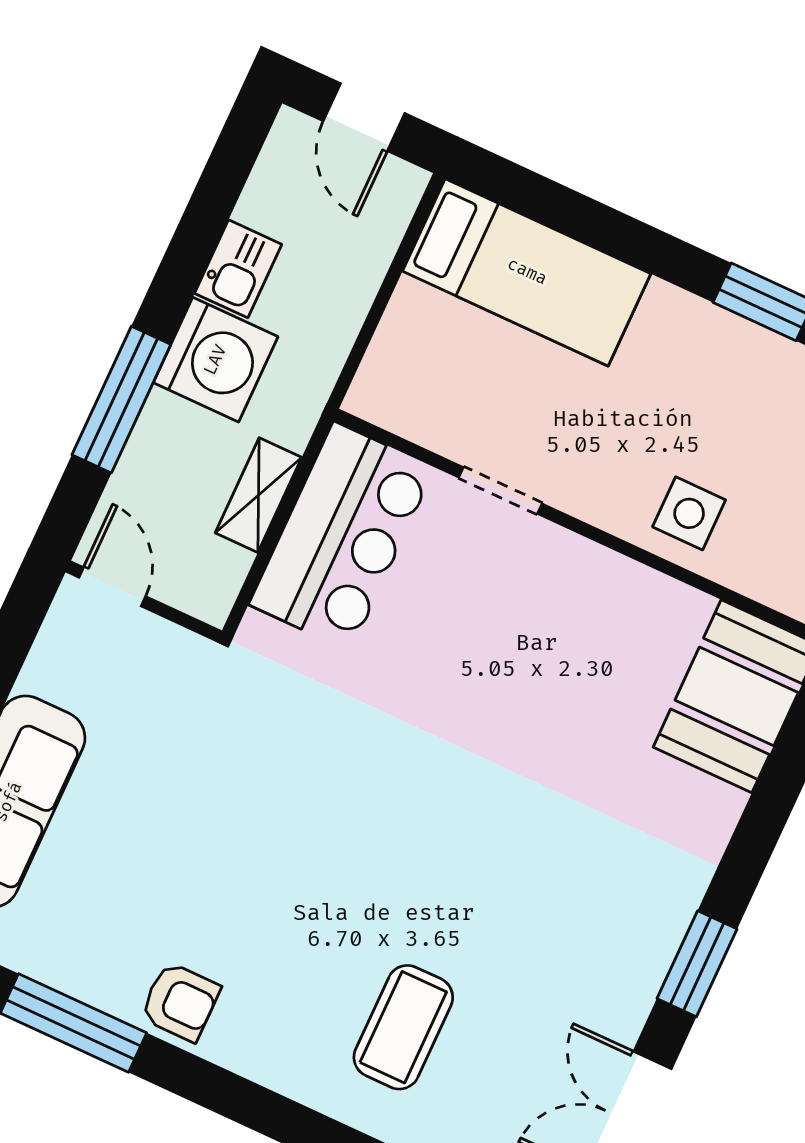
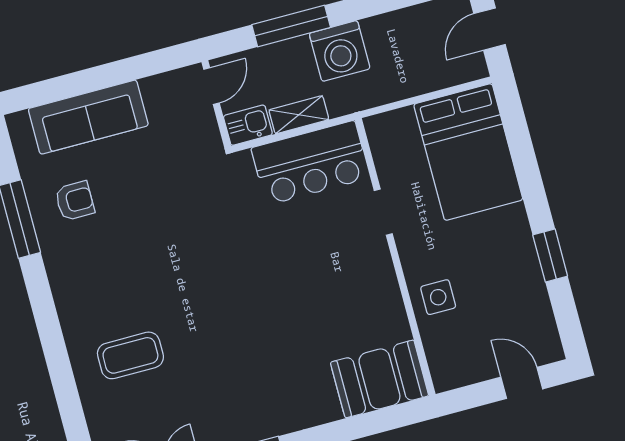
kitchen sink: (238, 269) -> (248, 125), moved, turned 180
bed: (527, 272) -> (468, 152), width x1.50
armchair: (180, 1002) -> (75, 201), moved, turned -90

